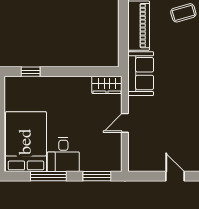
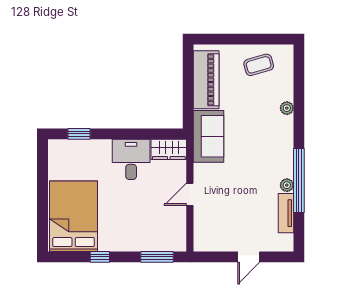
desk: (63, 155) -> (131, 159), moved, turned 180
window: (48, 176) -> (100, 257), width x0.46
door: (175, 176) -> (249, 257), swing flipped

